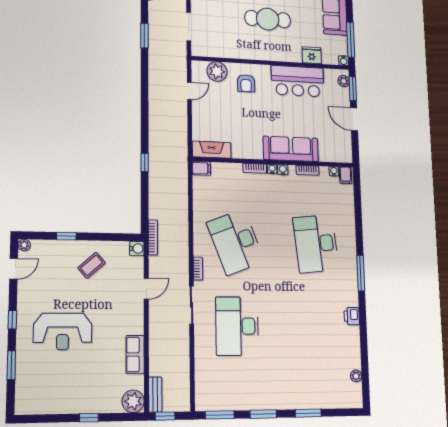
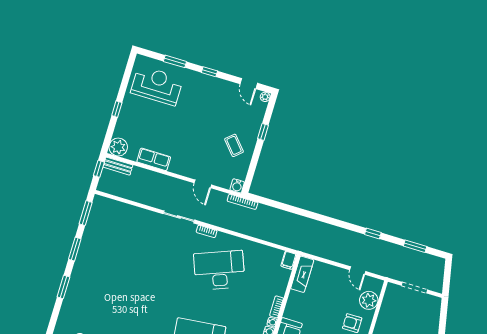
window: (145, 163) -> (373, 234), moved
desk: (237, 326) -> (151, 250), removed
reception desk: (63, 331) -> (157, 85), moved, turned 90

